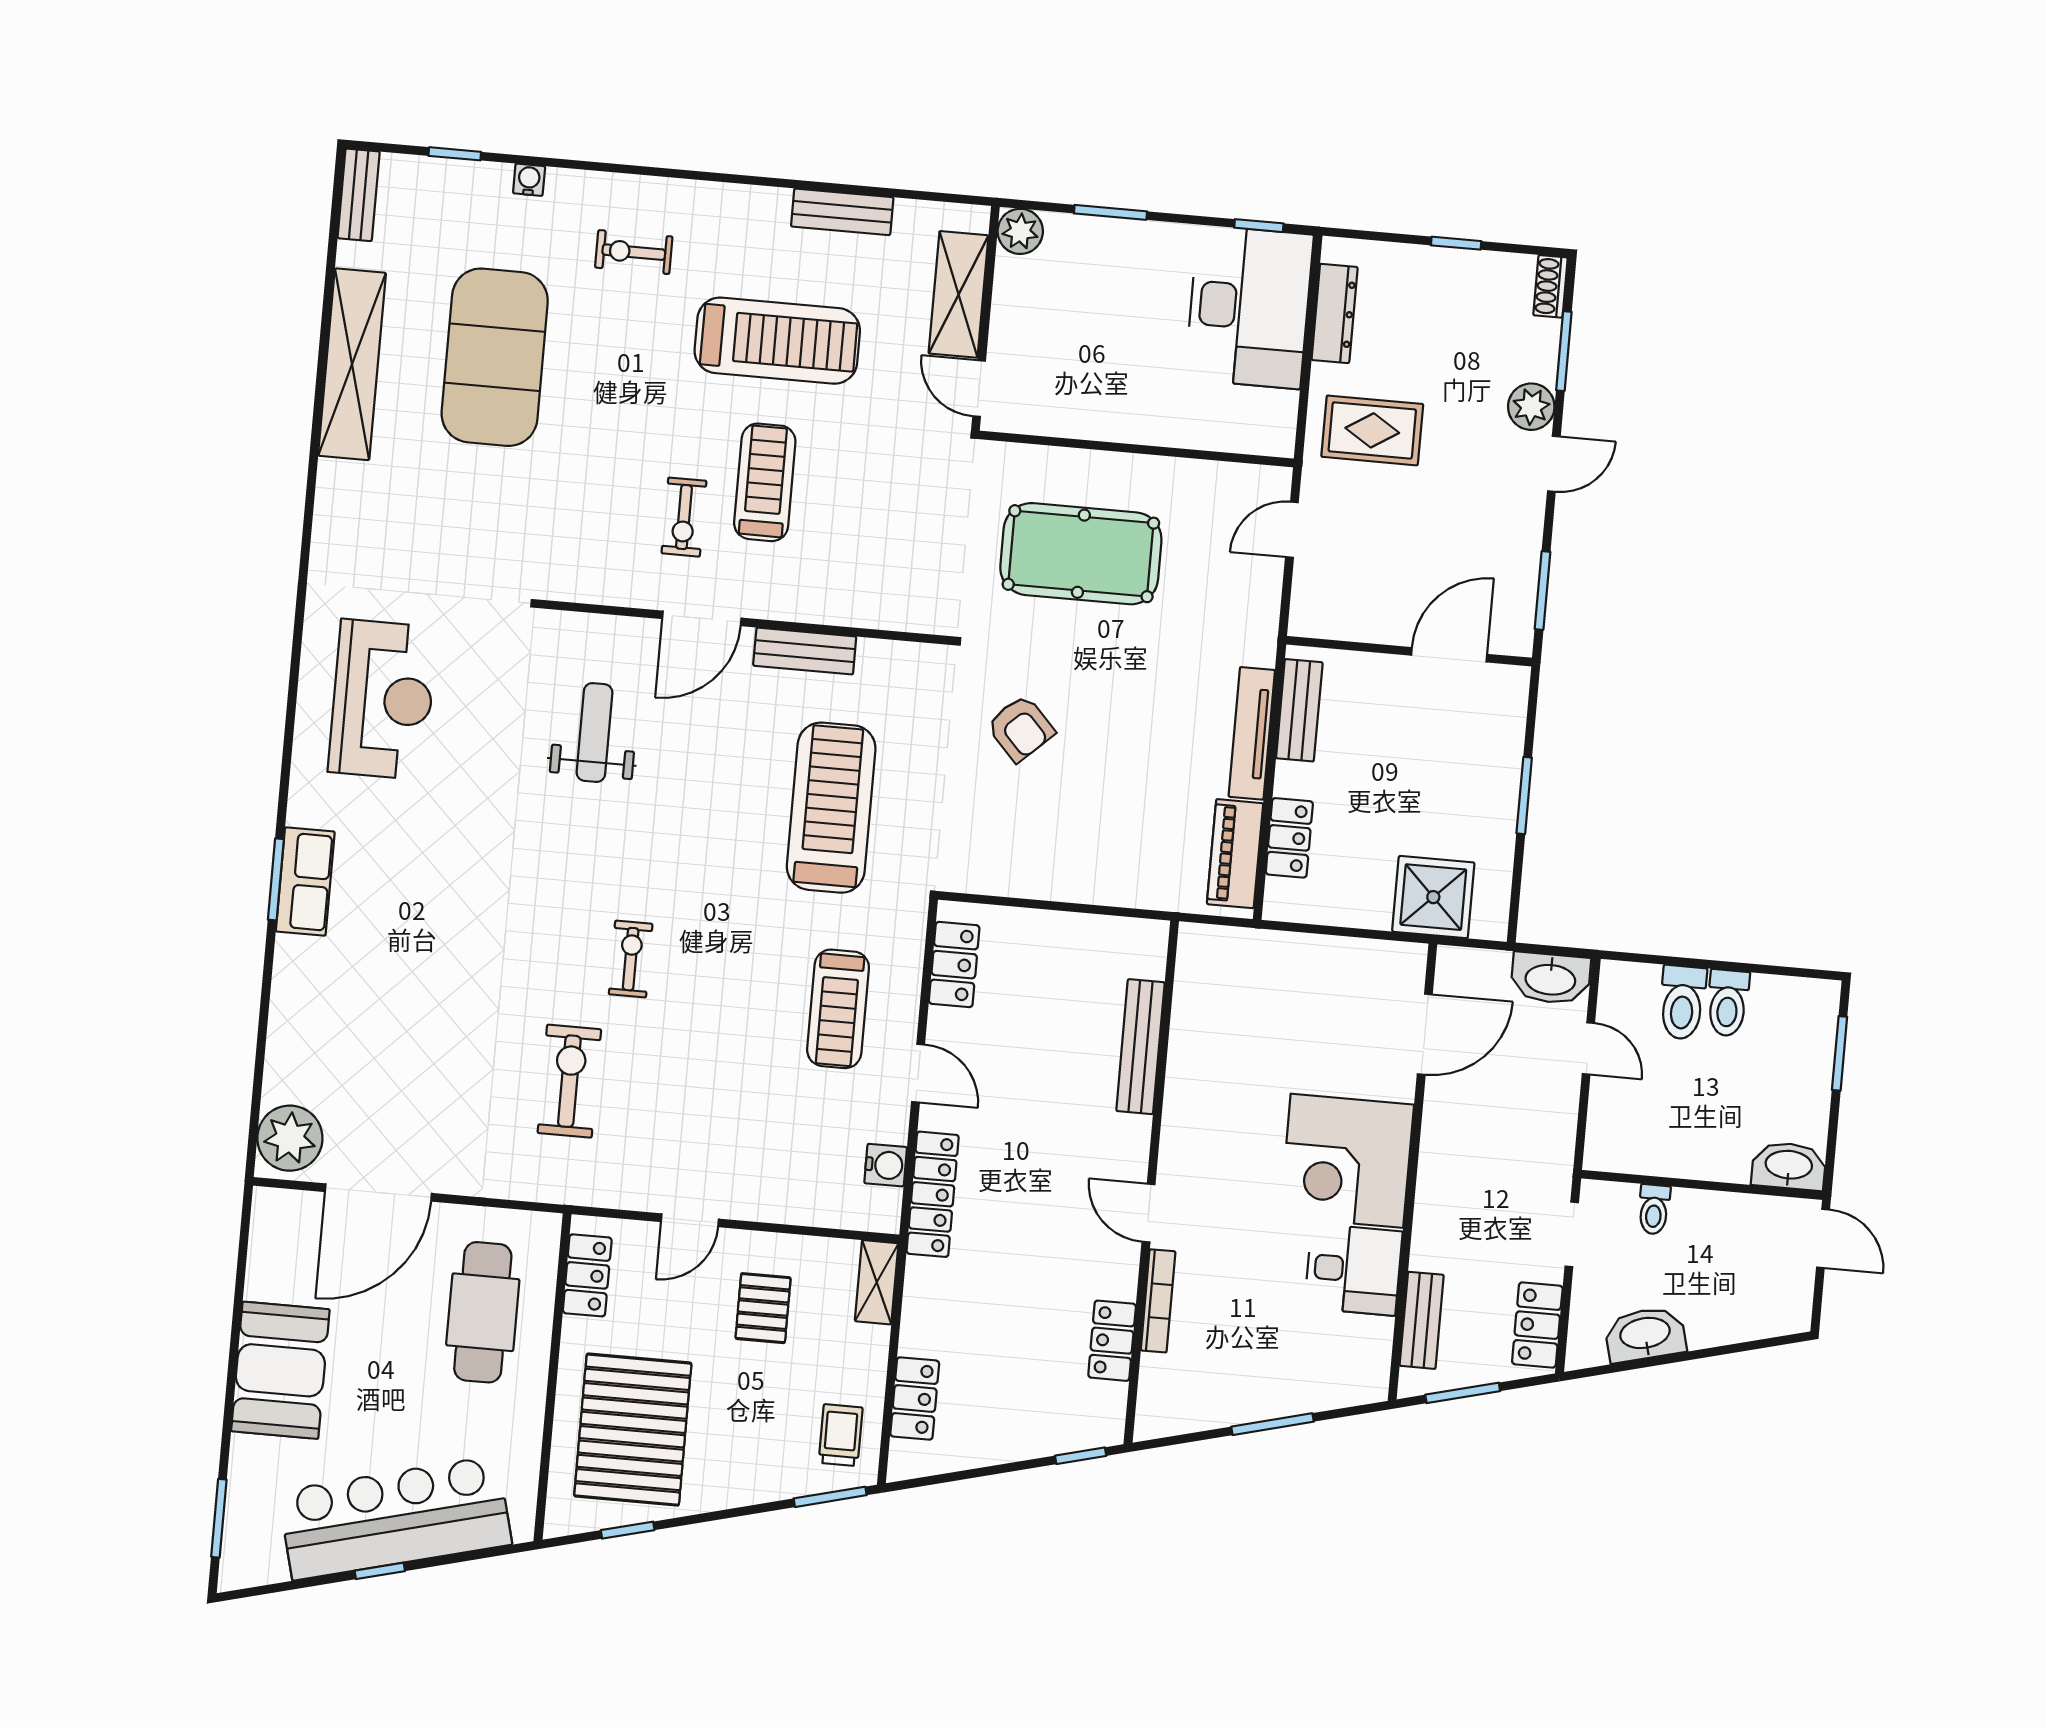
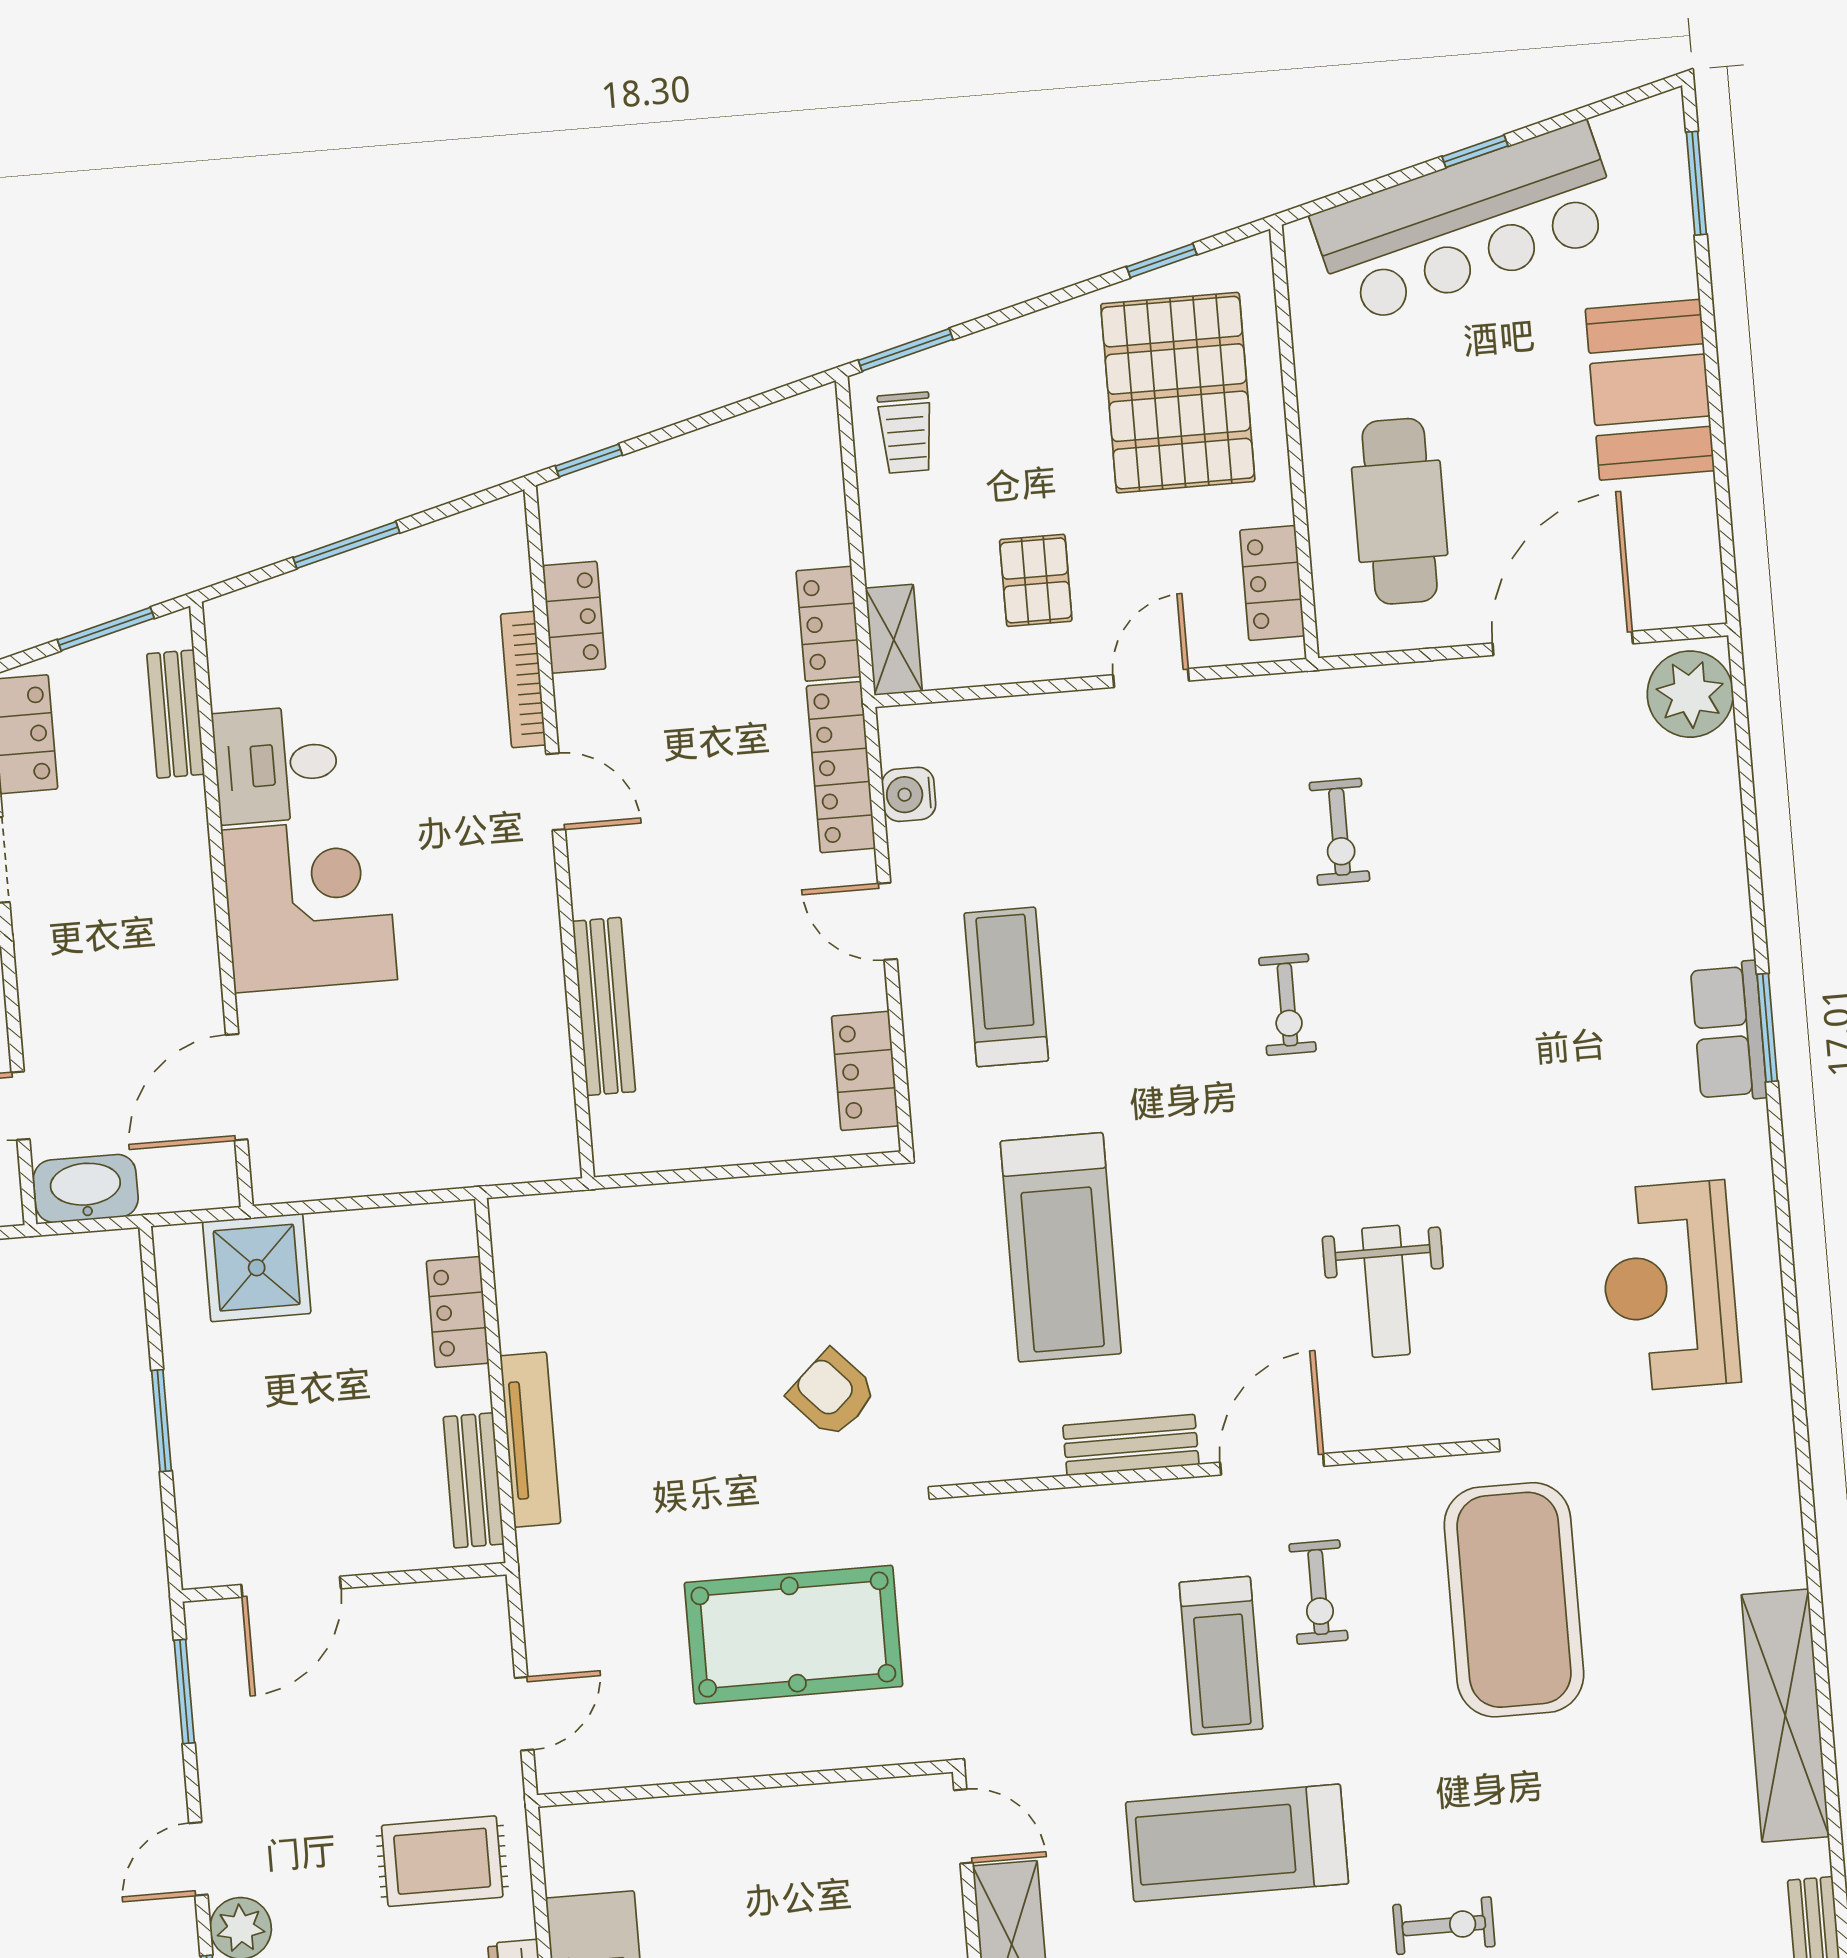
exercise mat: (495, 357) -> (1514, 1600), moved
exercise bike: (684, 517) -> (1318, 1592), turned 180
piano: (1235, 854) -> (525, 1279), removed
exercise bike: (569, 1081) -> (1339, 832), width x0.73, depth x0.72
locker: (915, 1399) -> (829, 624), moved

